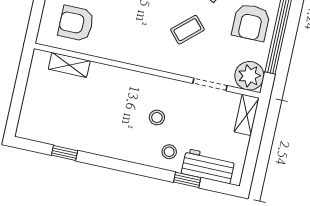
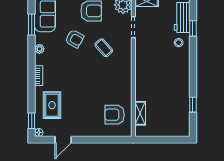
armchair: (76, 23) -> (115, 115), turned 90
stool: (157, 117) -> (160, 54), removed

